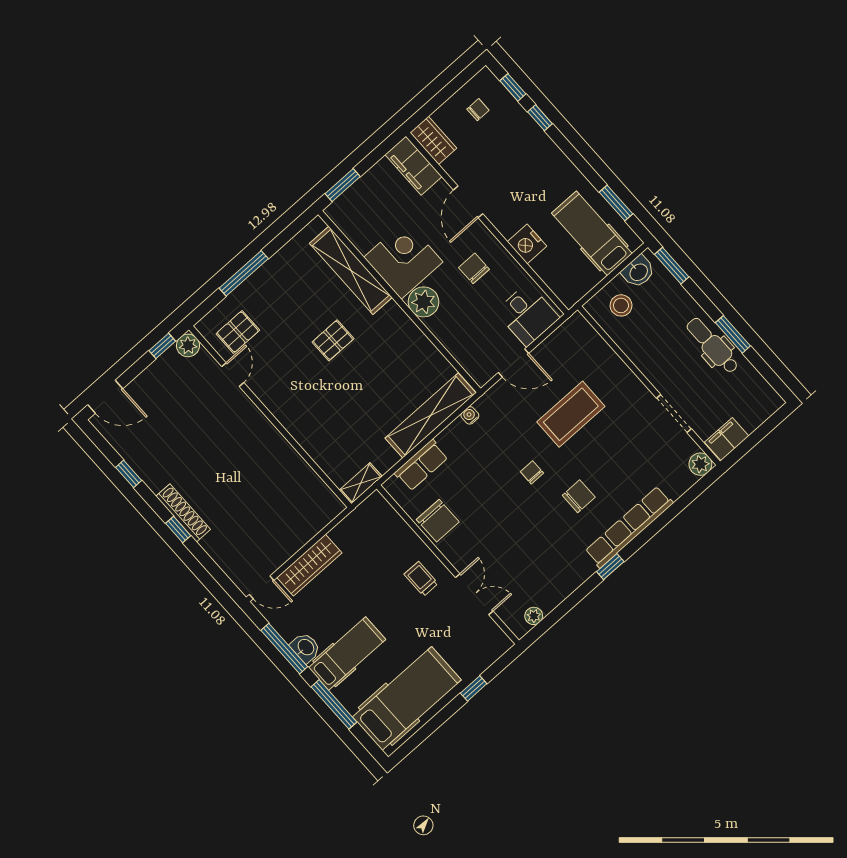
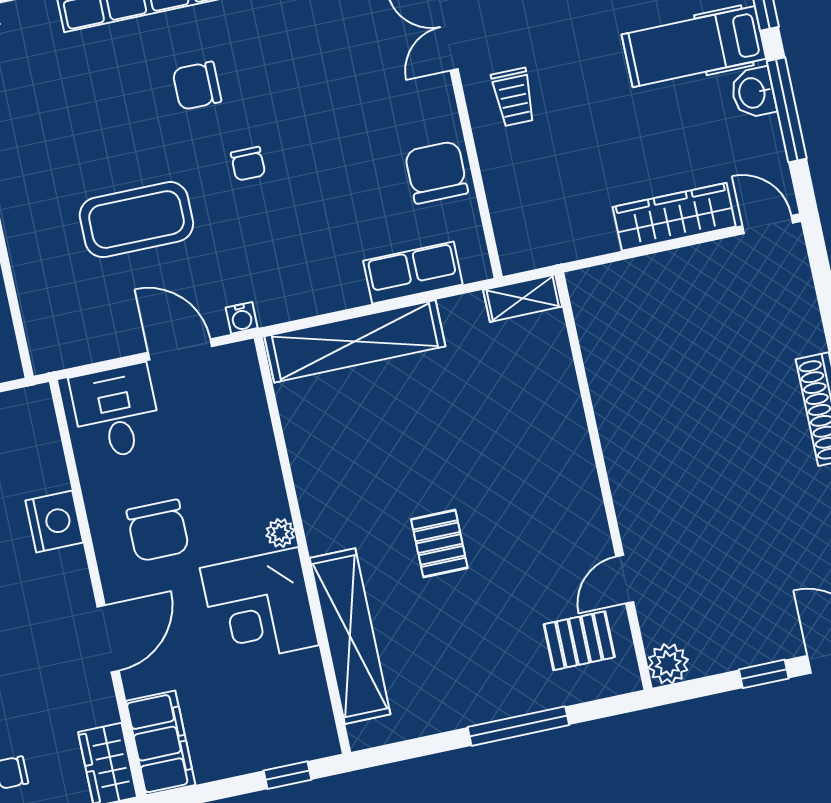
window: (343, 185) -> (287, 775), width x0.67
chair: (474, 268) -> (158, 530), width x1.37, depth x1.37
plant: (424, 302) -> (280, 533), width x0.53, depth x0.53
pallet: (333, 340) -> (439, 544), turned 90
window: (162, 346) -> (764, 674), moved
water cooler: (470, 415) -> (242, 318), moved

